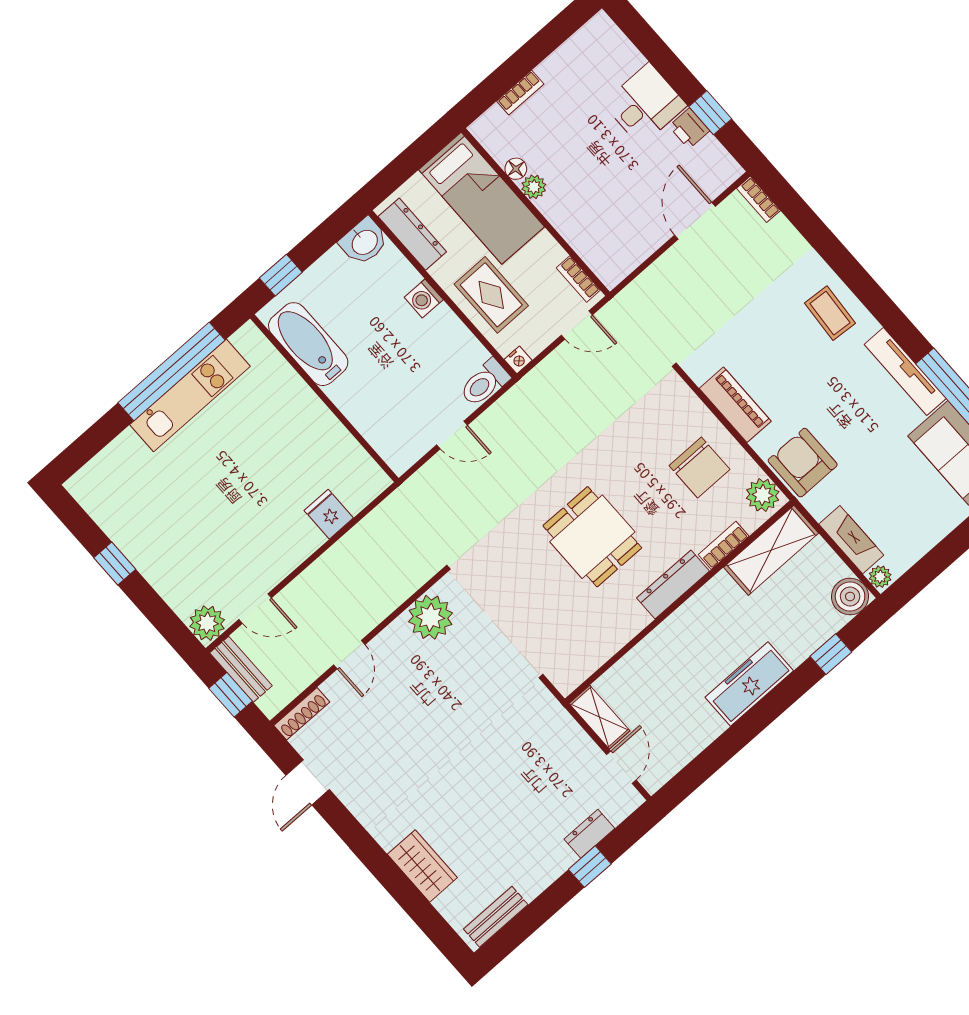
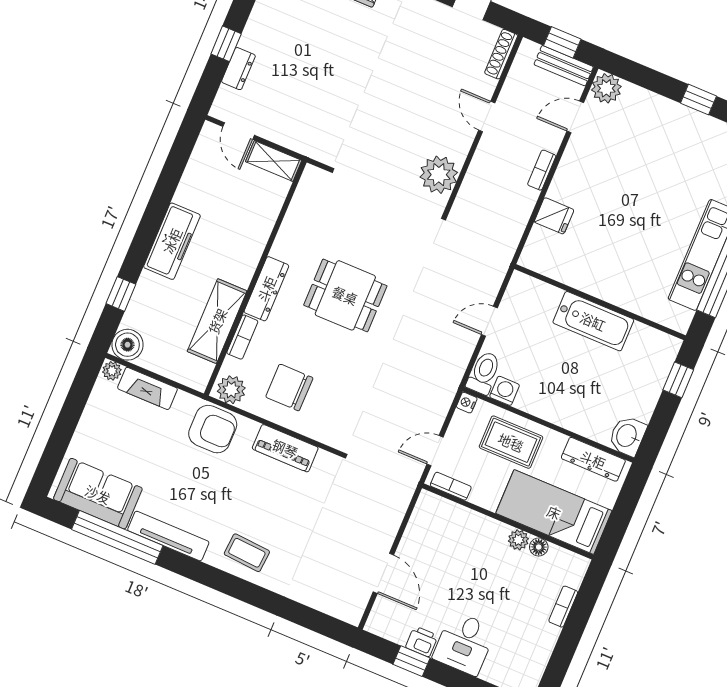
bookcase: (758, 199) -> (542, 170), moved, turned -90
washing machine: (424, 298) -> (505, 391), moved
bathtub: (308, 344) -> (593, 321), moved
shelving: (771, 550) -> (217, 321), moved

